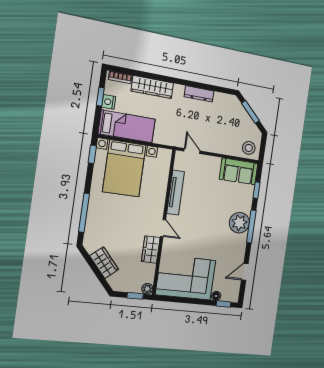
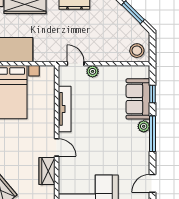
plant: (206, 161) -> (93, 71), added
sofa: (239, 171) -> (138, 99), moved, turned 90
plant: (239, 223) -> (144, 126), width x0.53, depth x0.53

